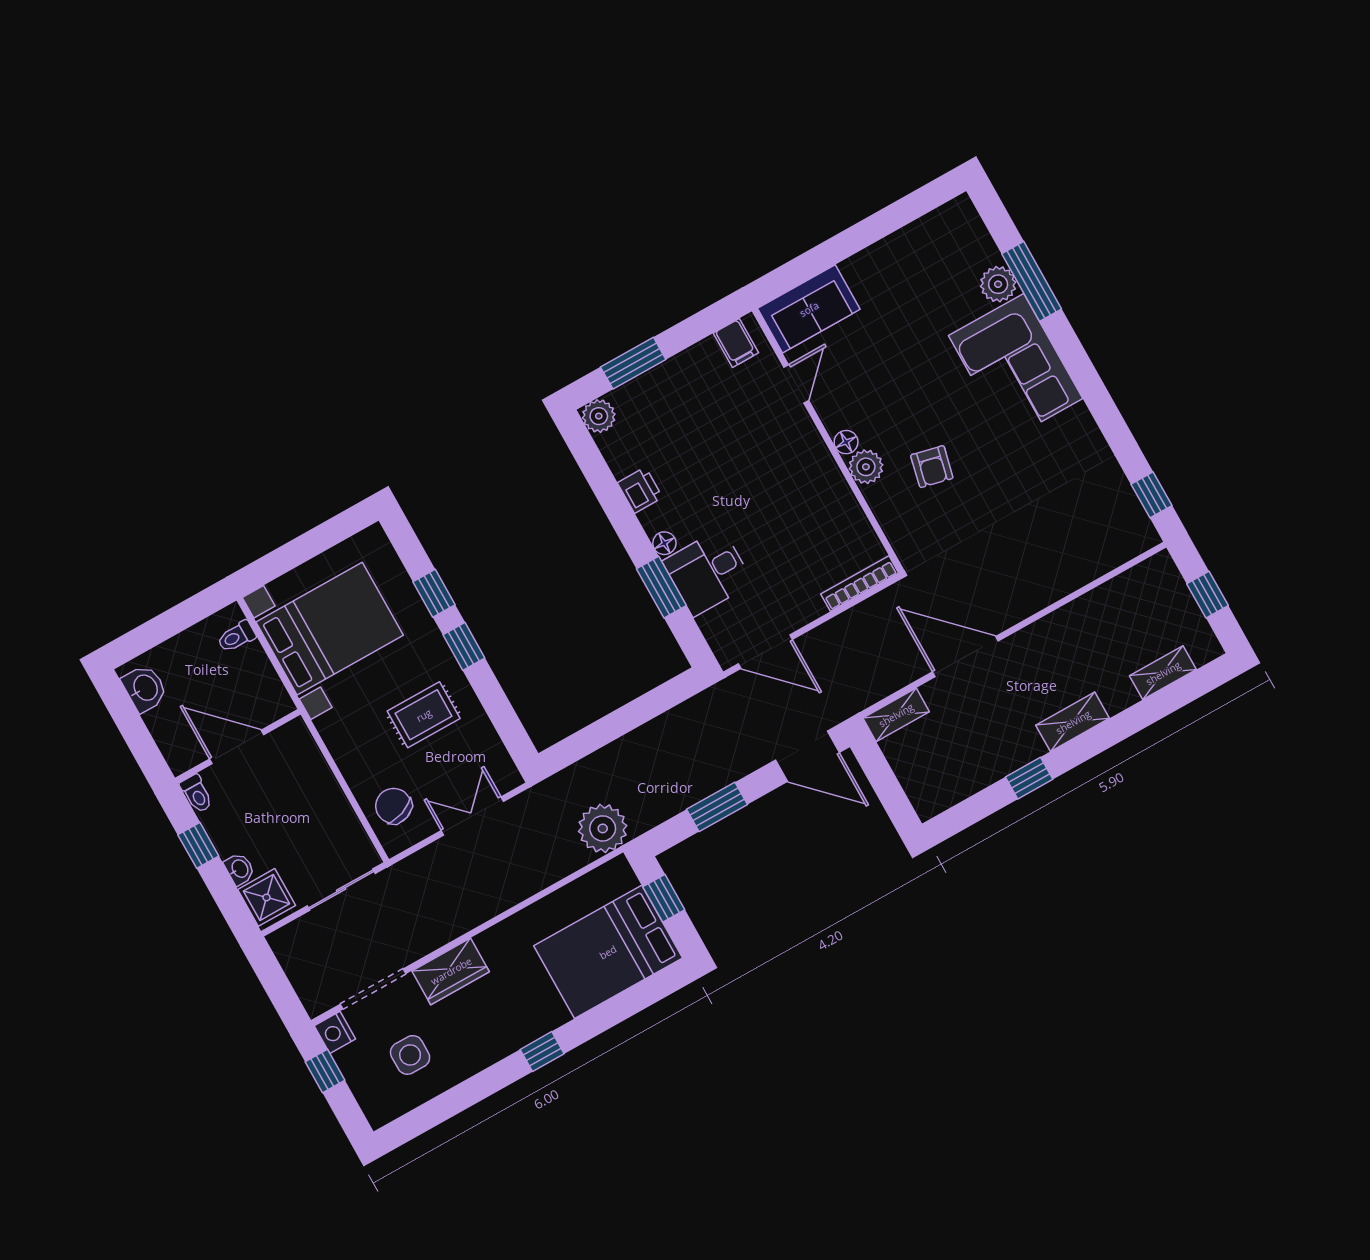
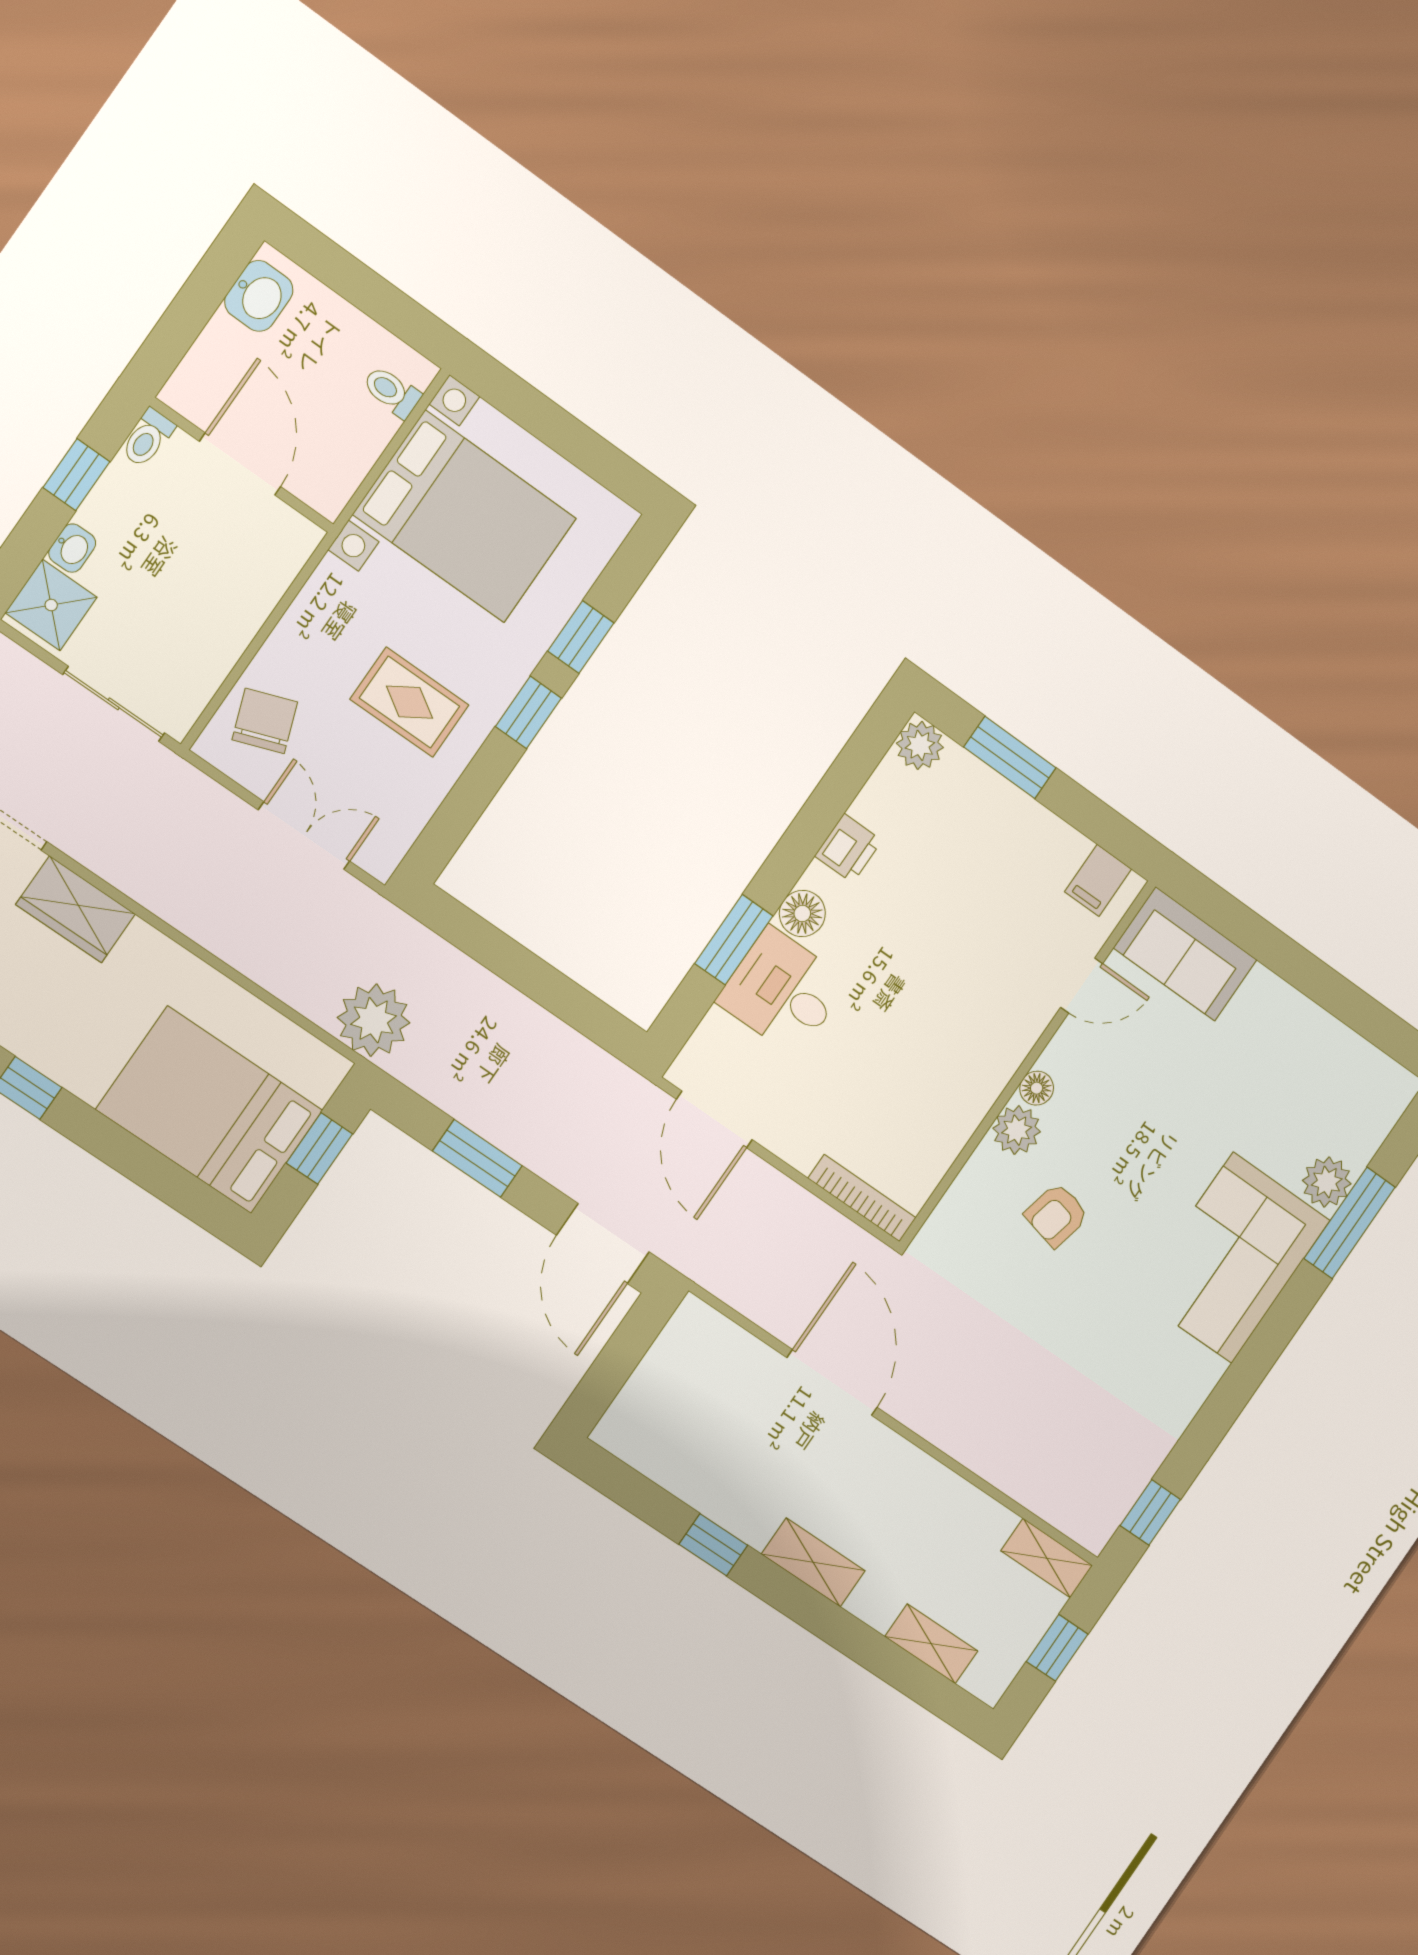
floor lamp: (664, 543) -> (802, 914), width x1.37, depth x1.37
shelving: (896, 715) -> (1047, 1558), moved

